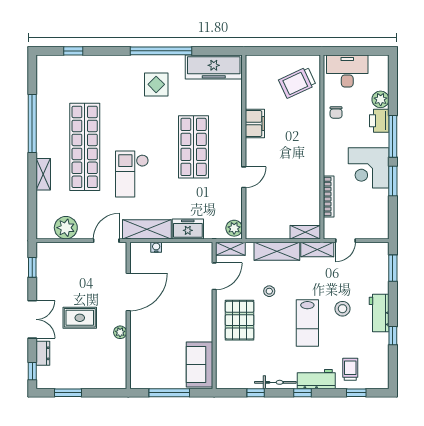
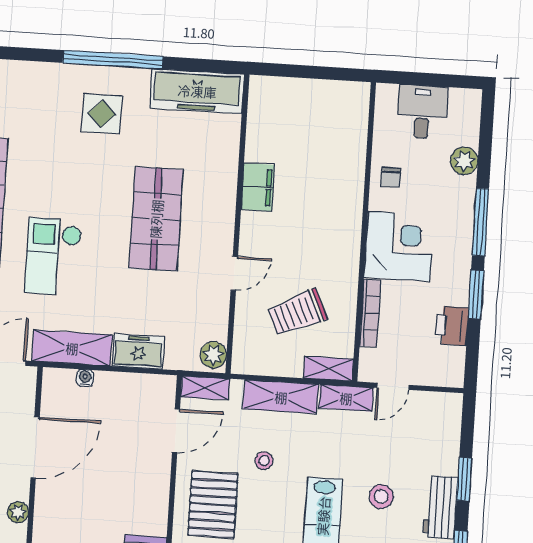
desk: (347, 71) -> (422, 112), width x0.73
trolley: (297, 83) -> (297, 313), moved
printer: (379, 121) -> (452, 326), moved
corner desk: (369, 168) -> (399, 246), moved, turned 180
window: (393, 268) -> (464, 479), moved

